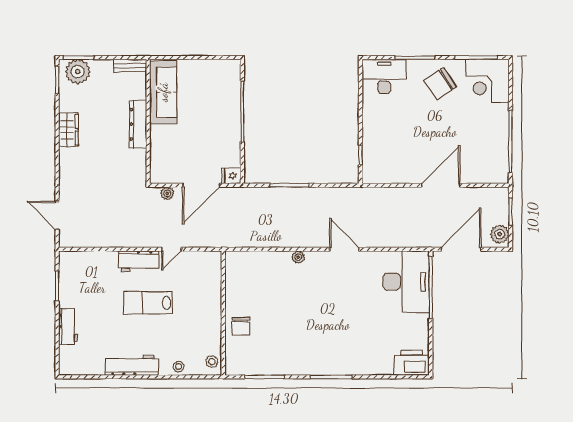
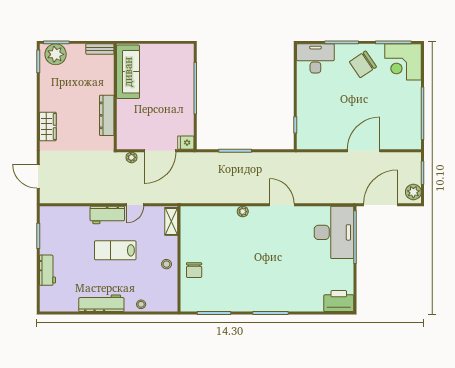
dresser: (138, 124) -> (107, 115), moved
wardrobe: (69, 130) -> (48, 126), moved
shelving: (214, 269) -> (171, 221), added
stool: (212, 362) -> (167, 264), moved

